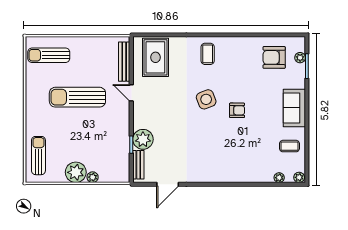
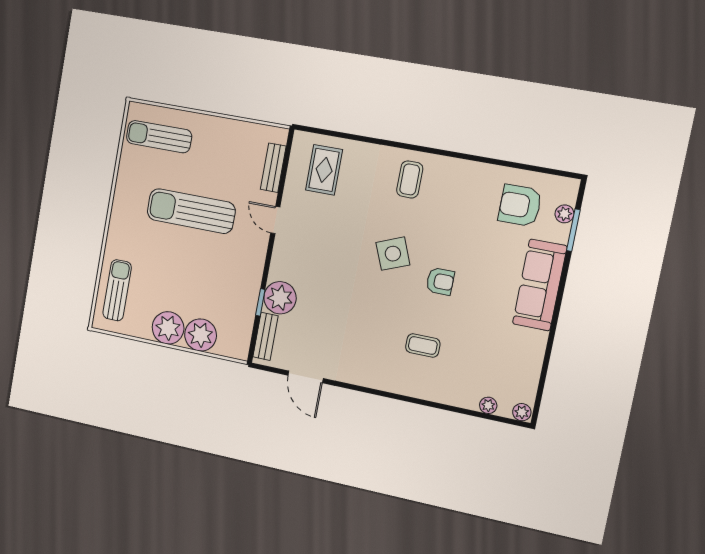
rug: (155, 57) -> (324, 170), width x0.73, depth x0.70
bench: (124, 62) -> (273, 168), width x0.73
sofa: (294, 108) -> (540, 285), width x1.36
coffee table: (289, 146) -> (423, 345), moved
plant: (93, 177) -> (201, 335), width x1.88, depth x1.88
door: (168, 184) -> (306, 377), hinge flipped

